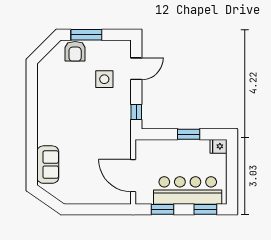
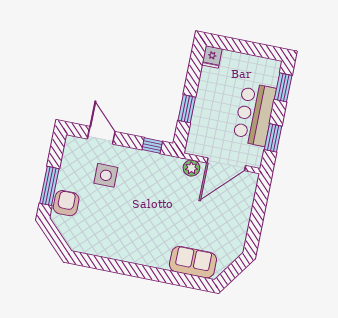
armchair: (75, 51) -> (66, 203), turned -90
window: (189, 134) -> (187, 109), moved
plant: (124, 148) -> (191, 168), added
bar counter: (188, 190) -> (254, 114), width x0.73

